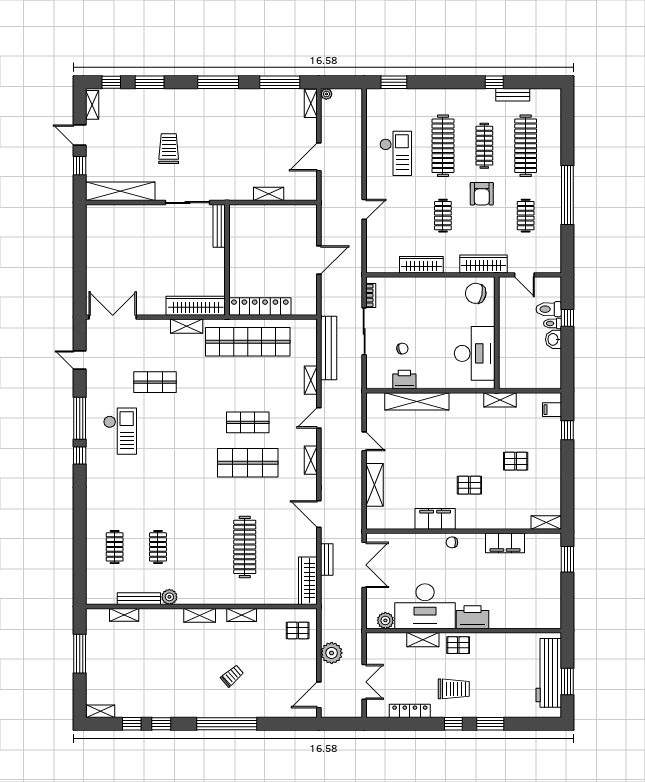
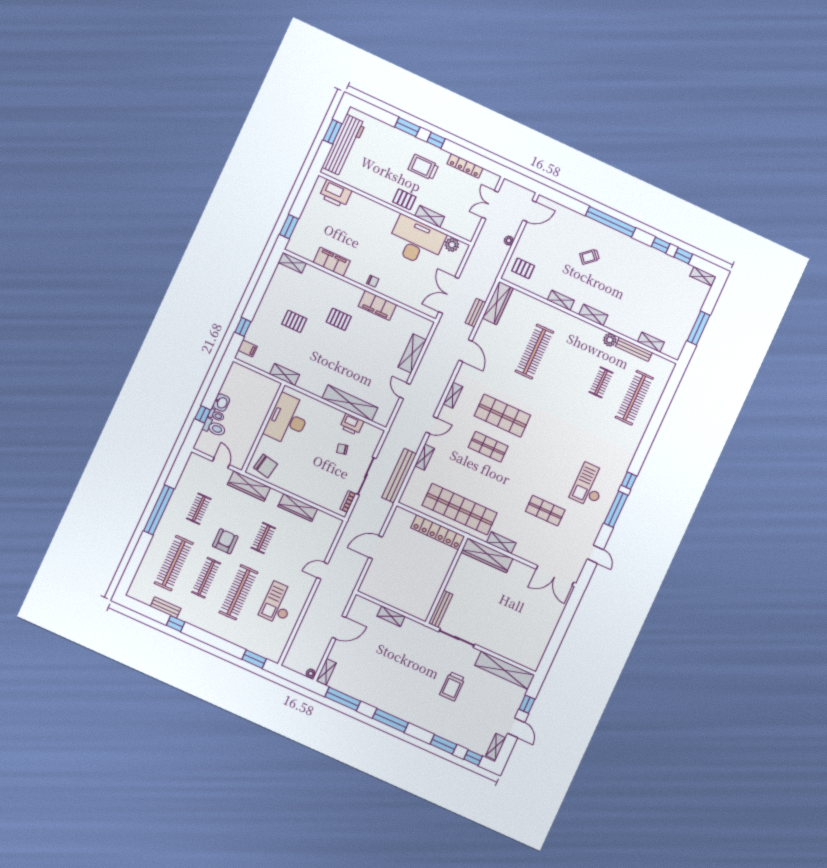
clothes rail: (115, 547) -> (634, 398), width x1.86, depth x1.31
printer: (472, 617) -> (335, 194), moved
plant: (332, 653) -> (509, 241), width x0.53, depth x0.53

